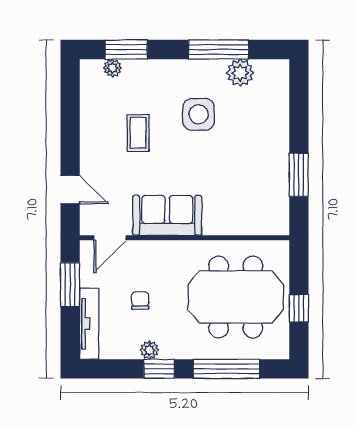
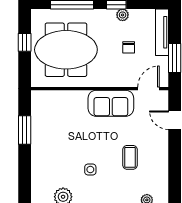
side table: (199, 114) -> (90, 170), width x0.54, depth x0.54

